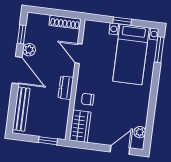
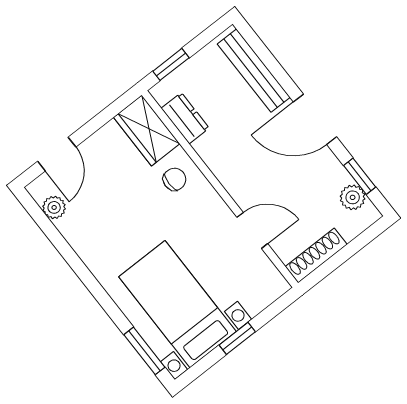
plant: (29, 50) -> (353, 197), moved
dresser: (66, 88) -> (185, 118), moved

